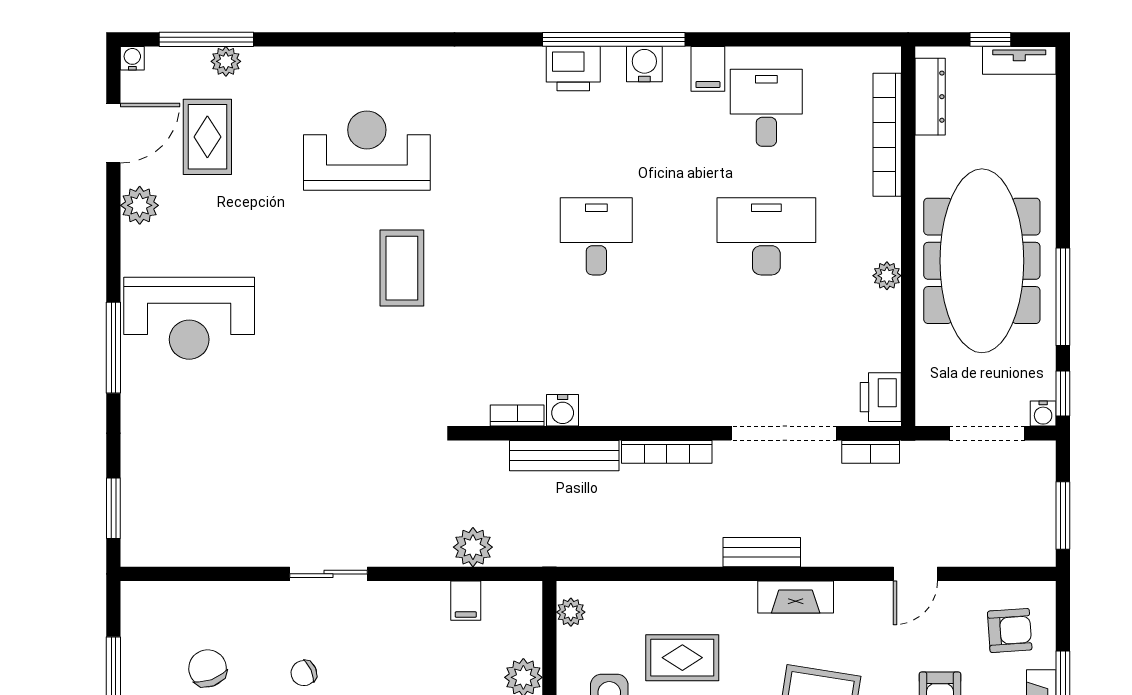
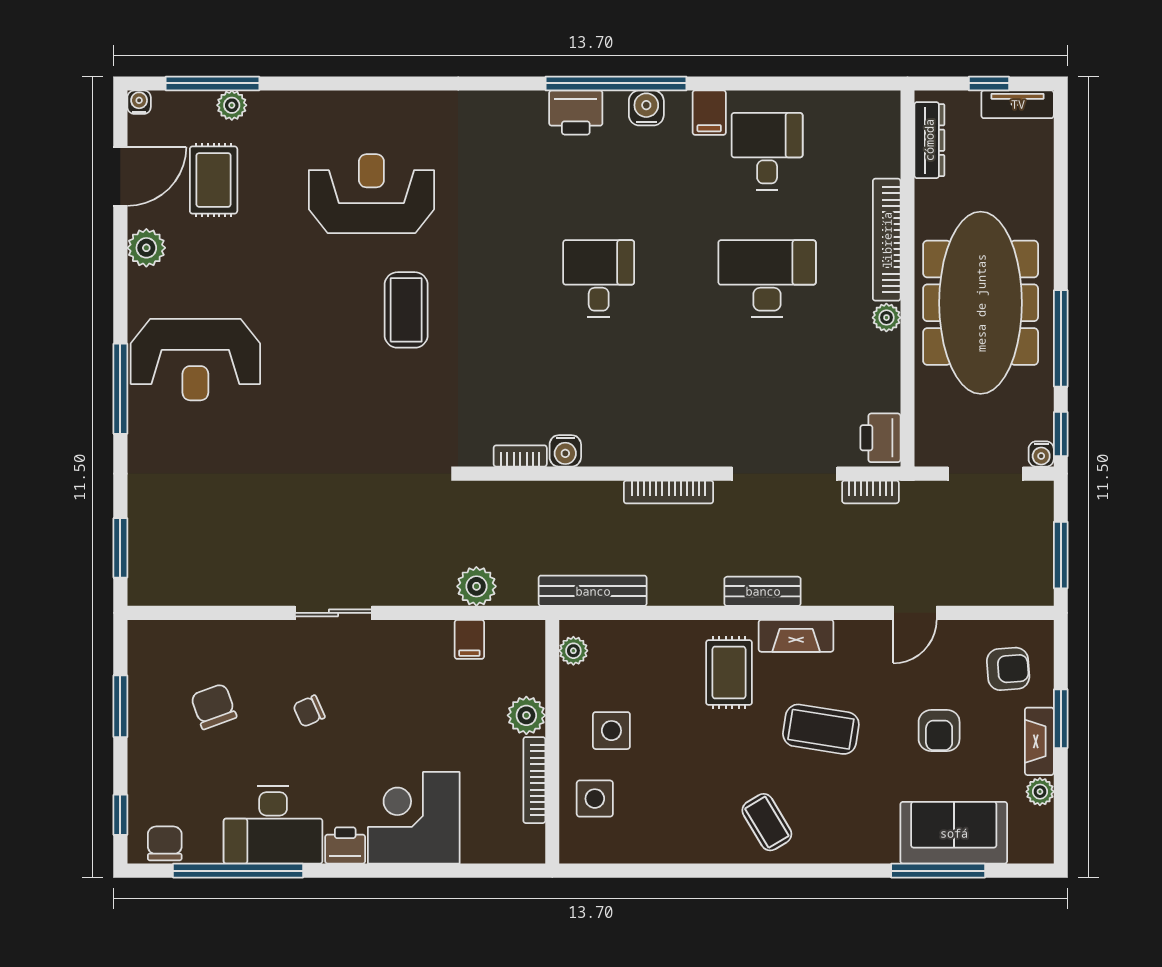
bookcase: (887, 135) -> (887, 240), moved
bench: (564, 456) -> (593, 591), moved
rug: (682, 658) -> (729, 673), moved, turned 90

